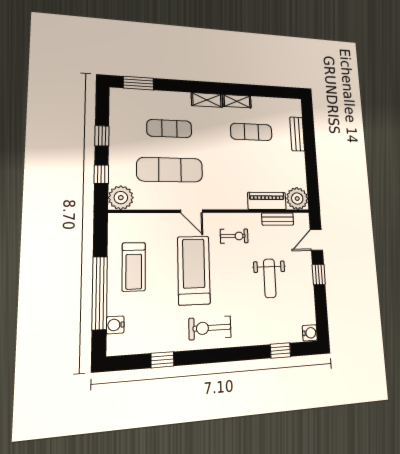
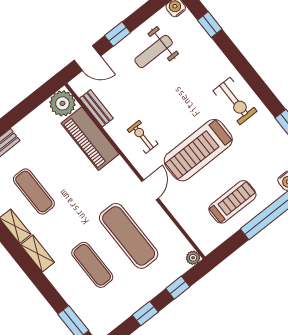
plant: (121, 198) -> (193, 258), width x0.53, depth x0.53
piano: (267, 201) -> (90, 139), width x1.37, depth x1.33
weight bench: (270, 278) -> (154, 51), moved, turned 180

